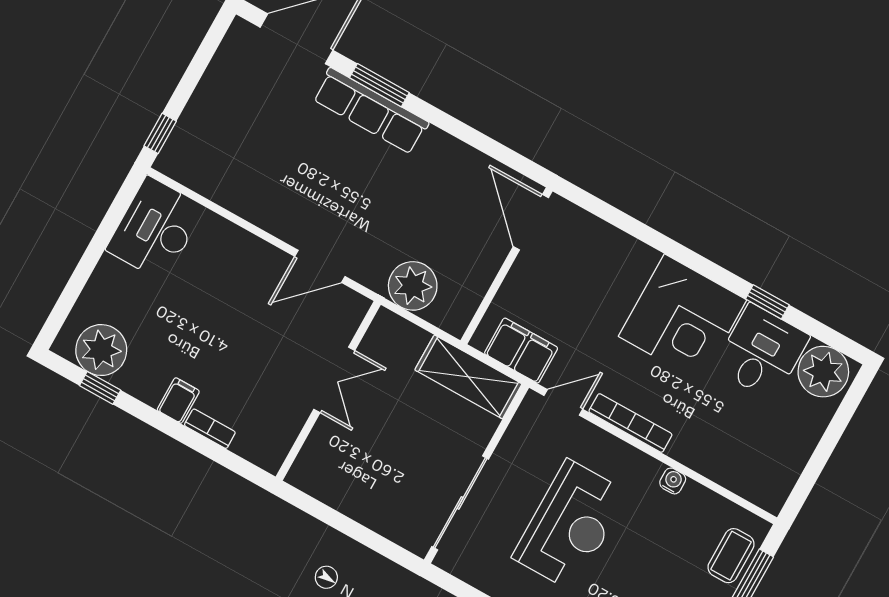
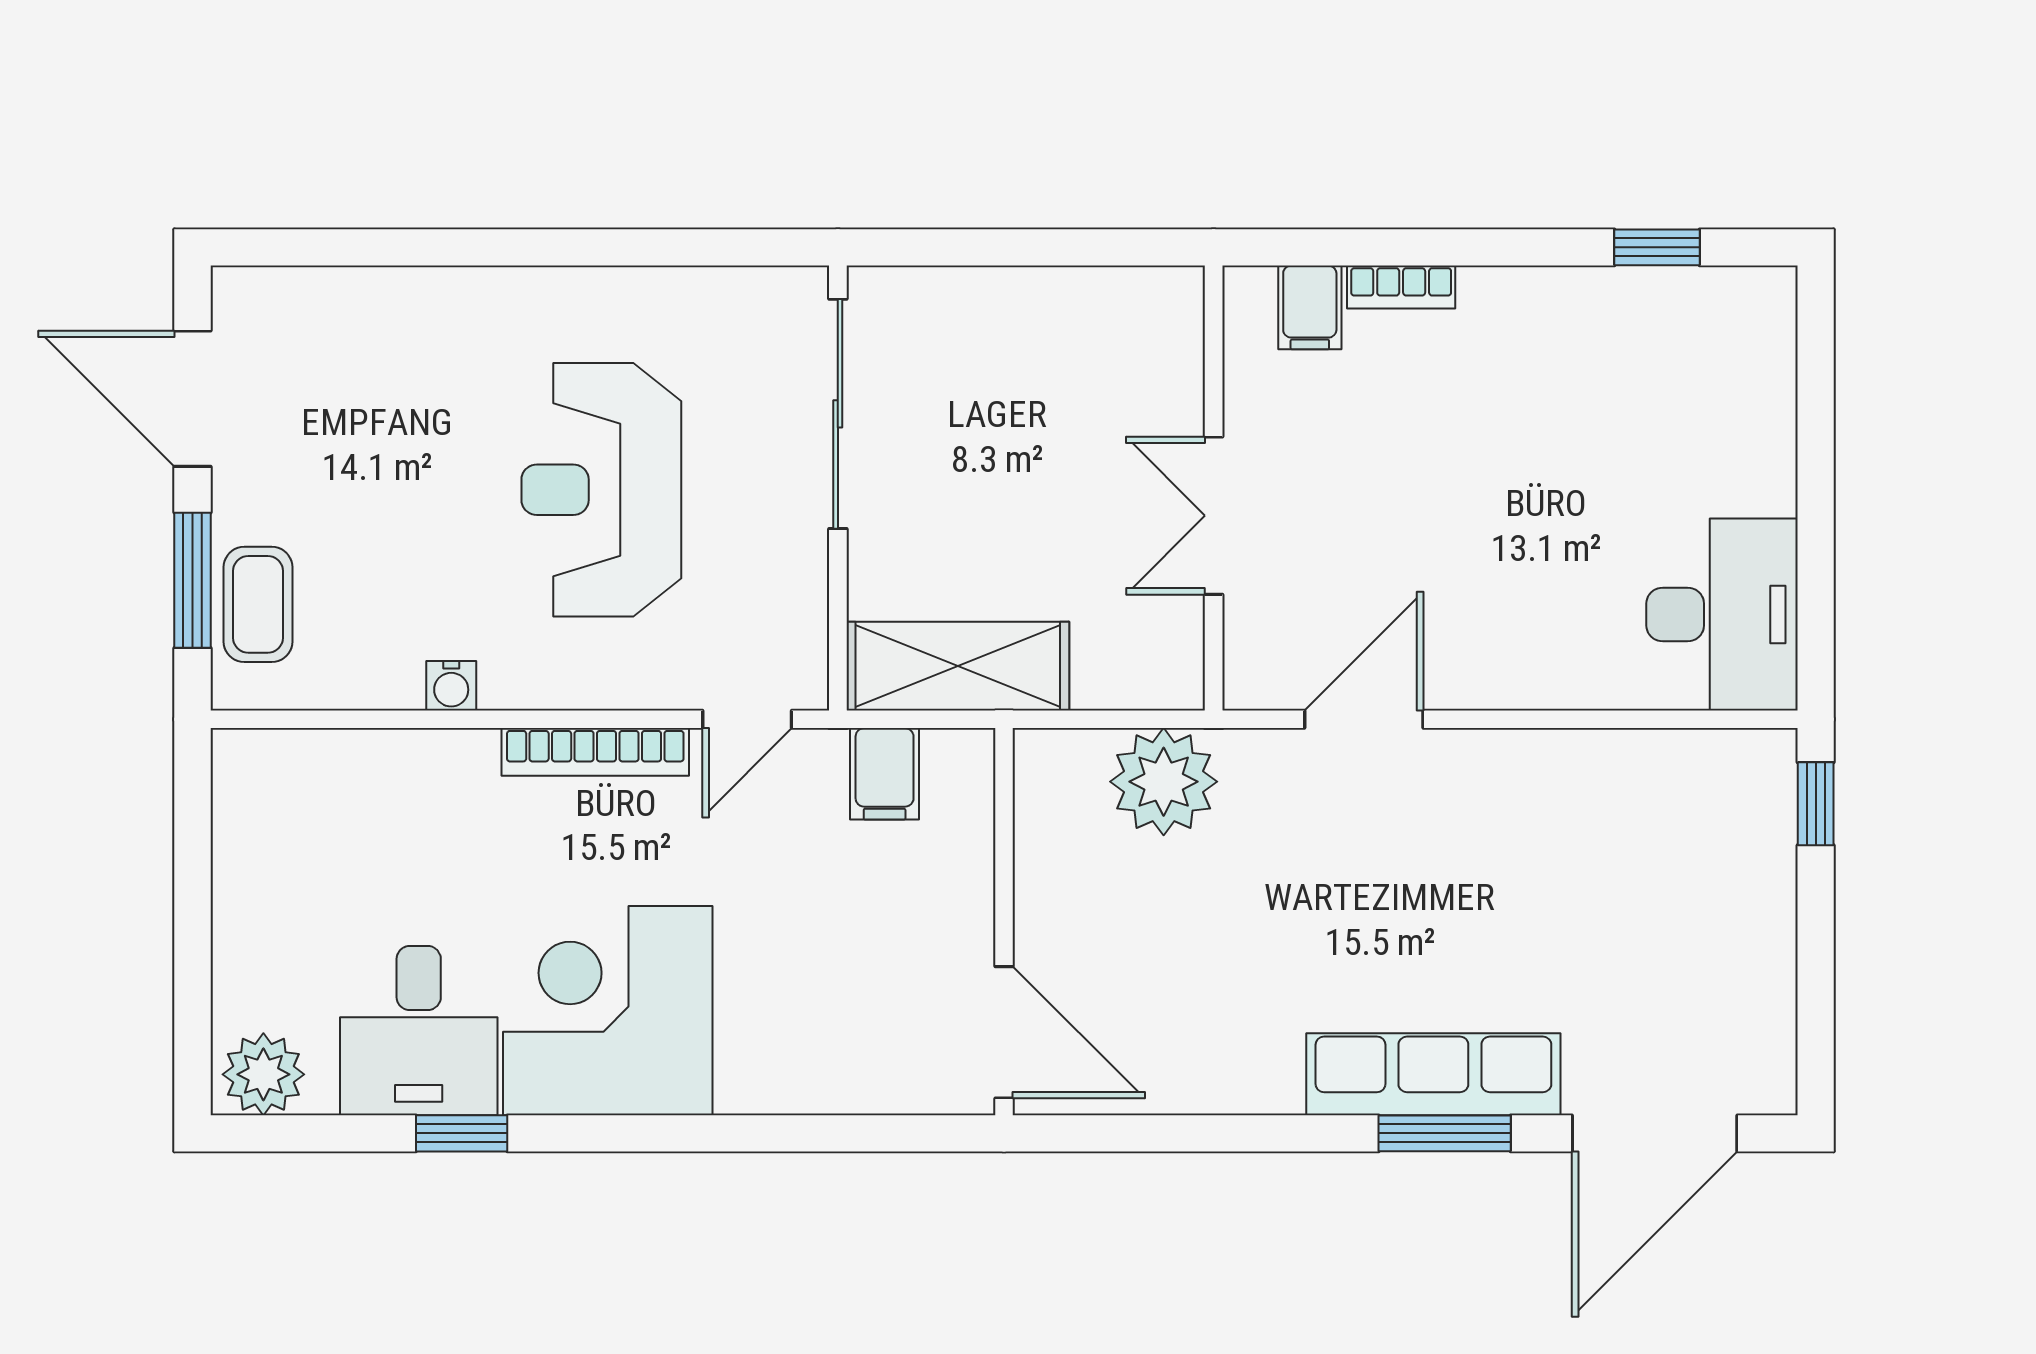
plant: (101, 350) -> (1696, 322), removed
filing cabinet: (521, 351) -> (885, 774), width x0.50
plant: (823, 372) -> (263, 1074), width x0.73, depth x0.73
filing cabinet: (178, 401) -> (1310, 307), moved

